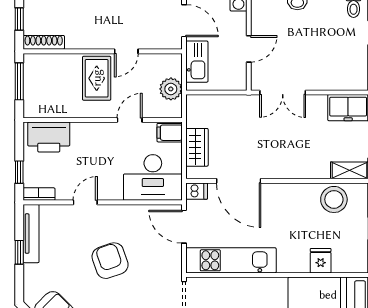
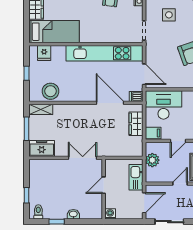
door: (184, 21) -> (144, 203), swing flipped
kitchen unit: (231, 260) -> (105, 53), width x1.36
fridge: (321, 261) -> (44, 53), moved

